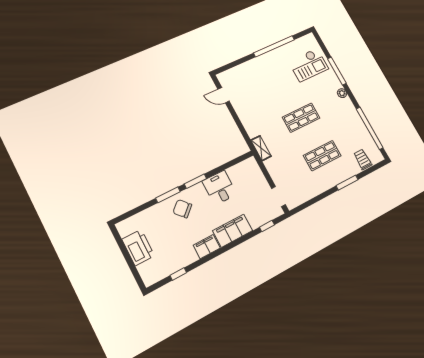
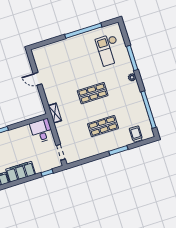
checkout: (308, 65) -> (109, 50), turned 90
door: (224, 95) -> (38, 79), moved
desk: (220, 188) -> (42, 131), moved

